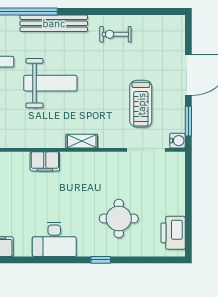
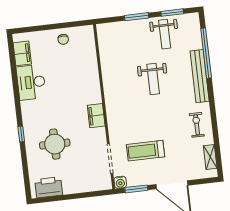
weight bench: (50, 83) -> (153, 79), width x0.73, depth x0.75
shelving: (82, 141) -> (210, 157), moved
filing cabinet: (45, 161) -> (96, 116), moved
desk: (54, 239) -> (31, 82), moved

